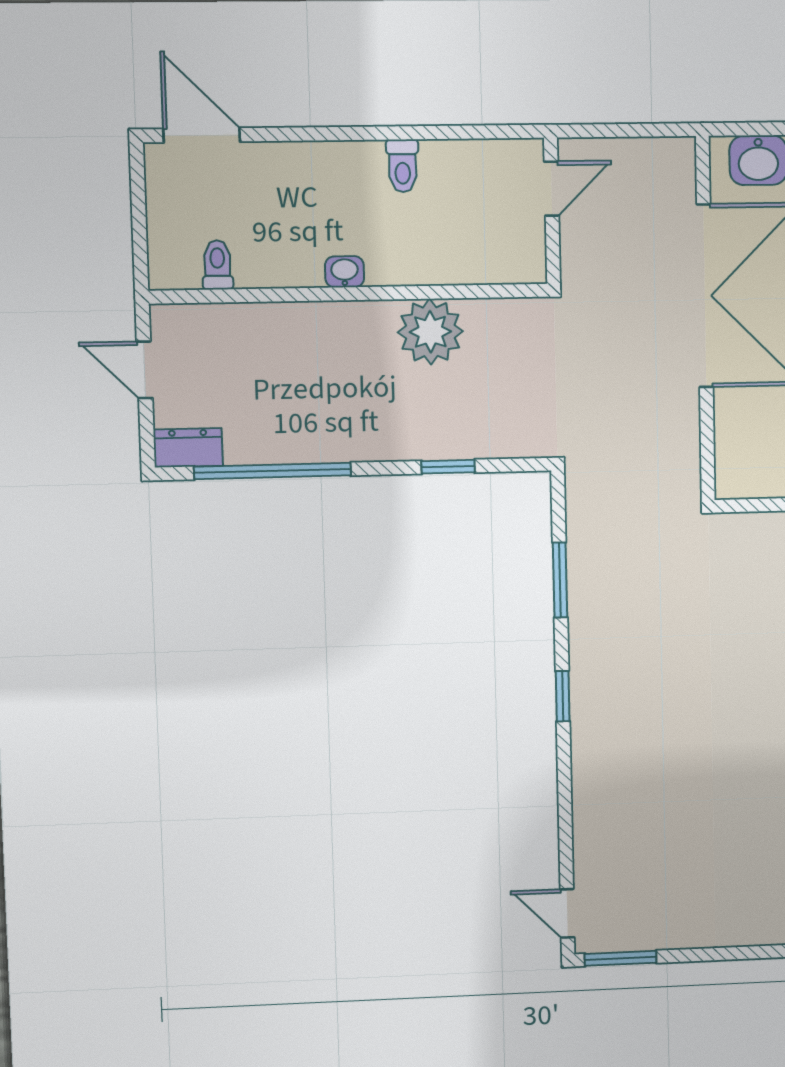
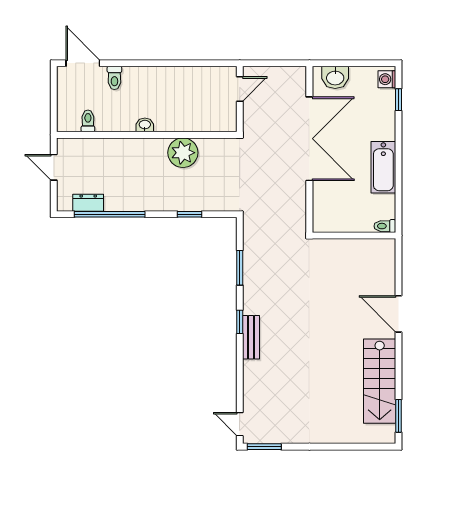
toilet: (403, 166) -> (114, 78), moved
dresser: (188, 448) -> (88, 203), moved
bench: (587, 728) -> (251, 337), added

